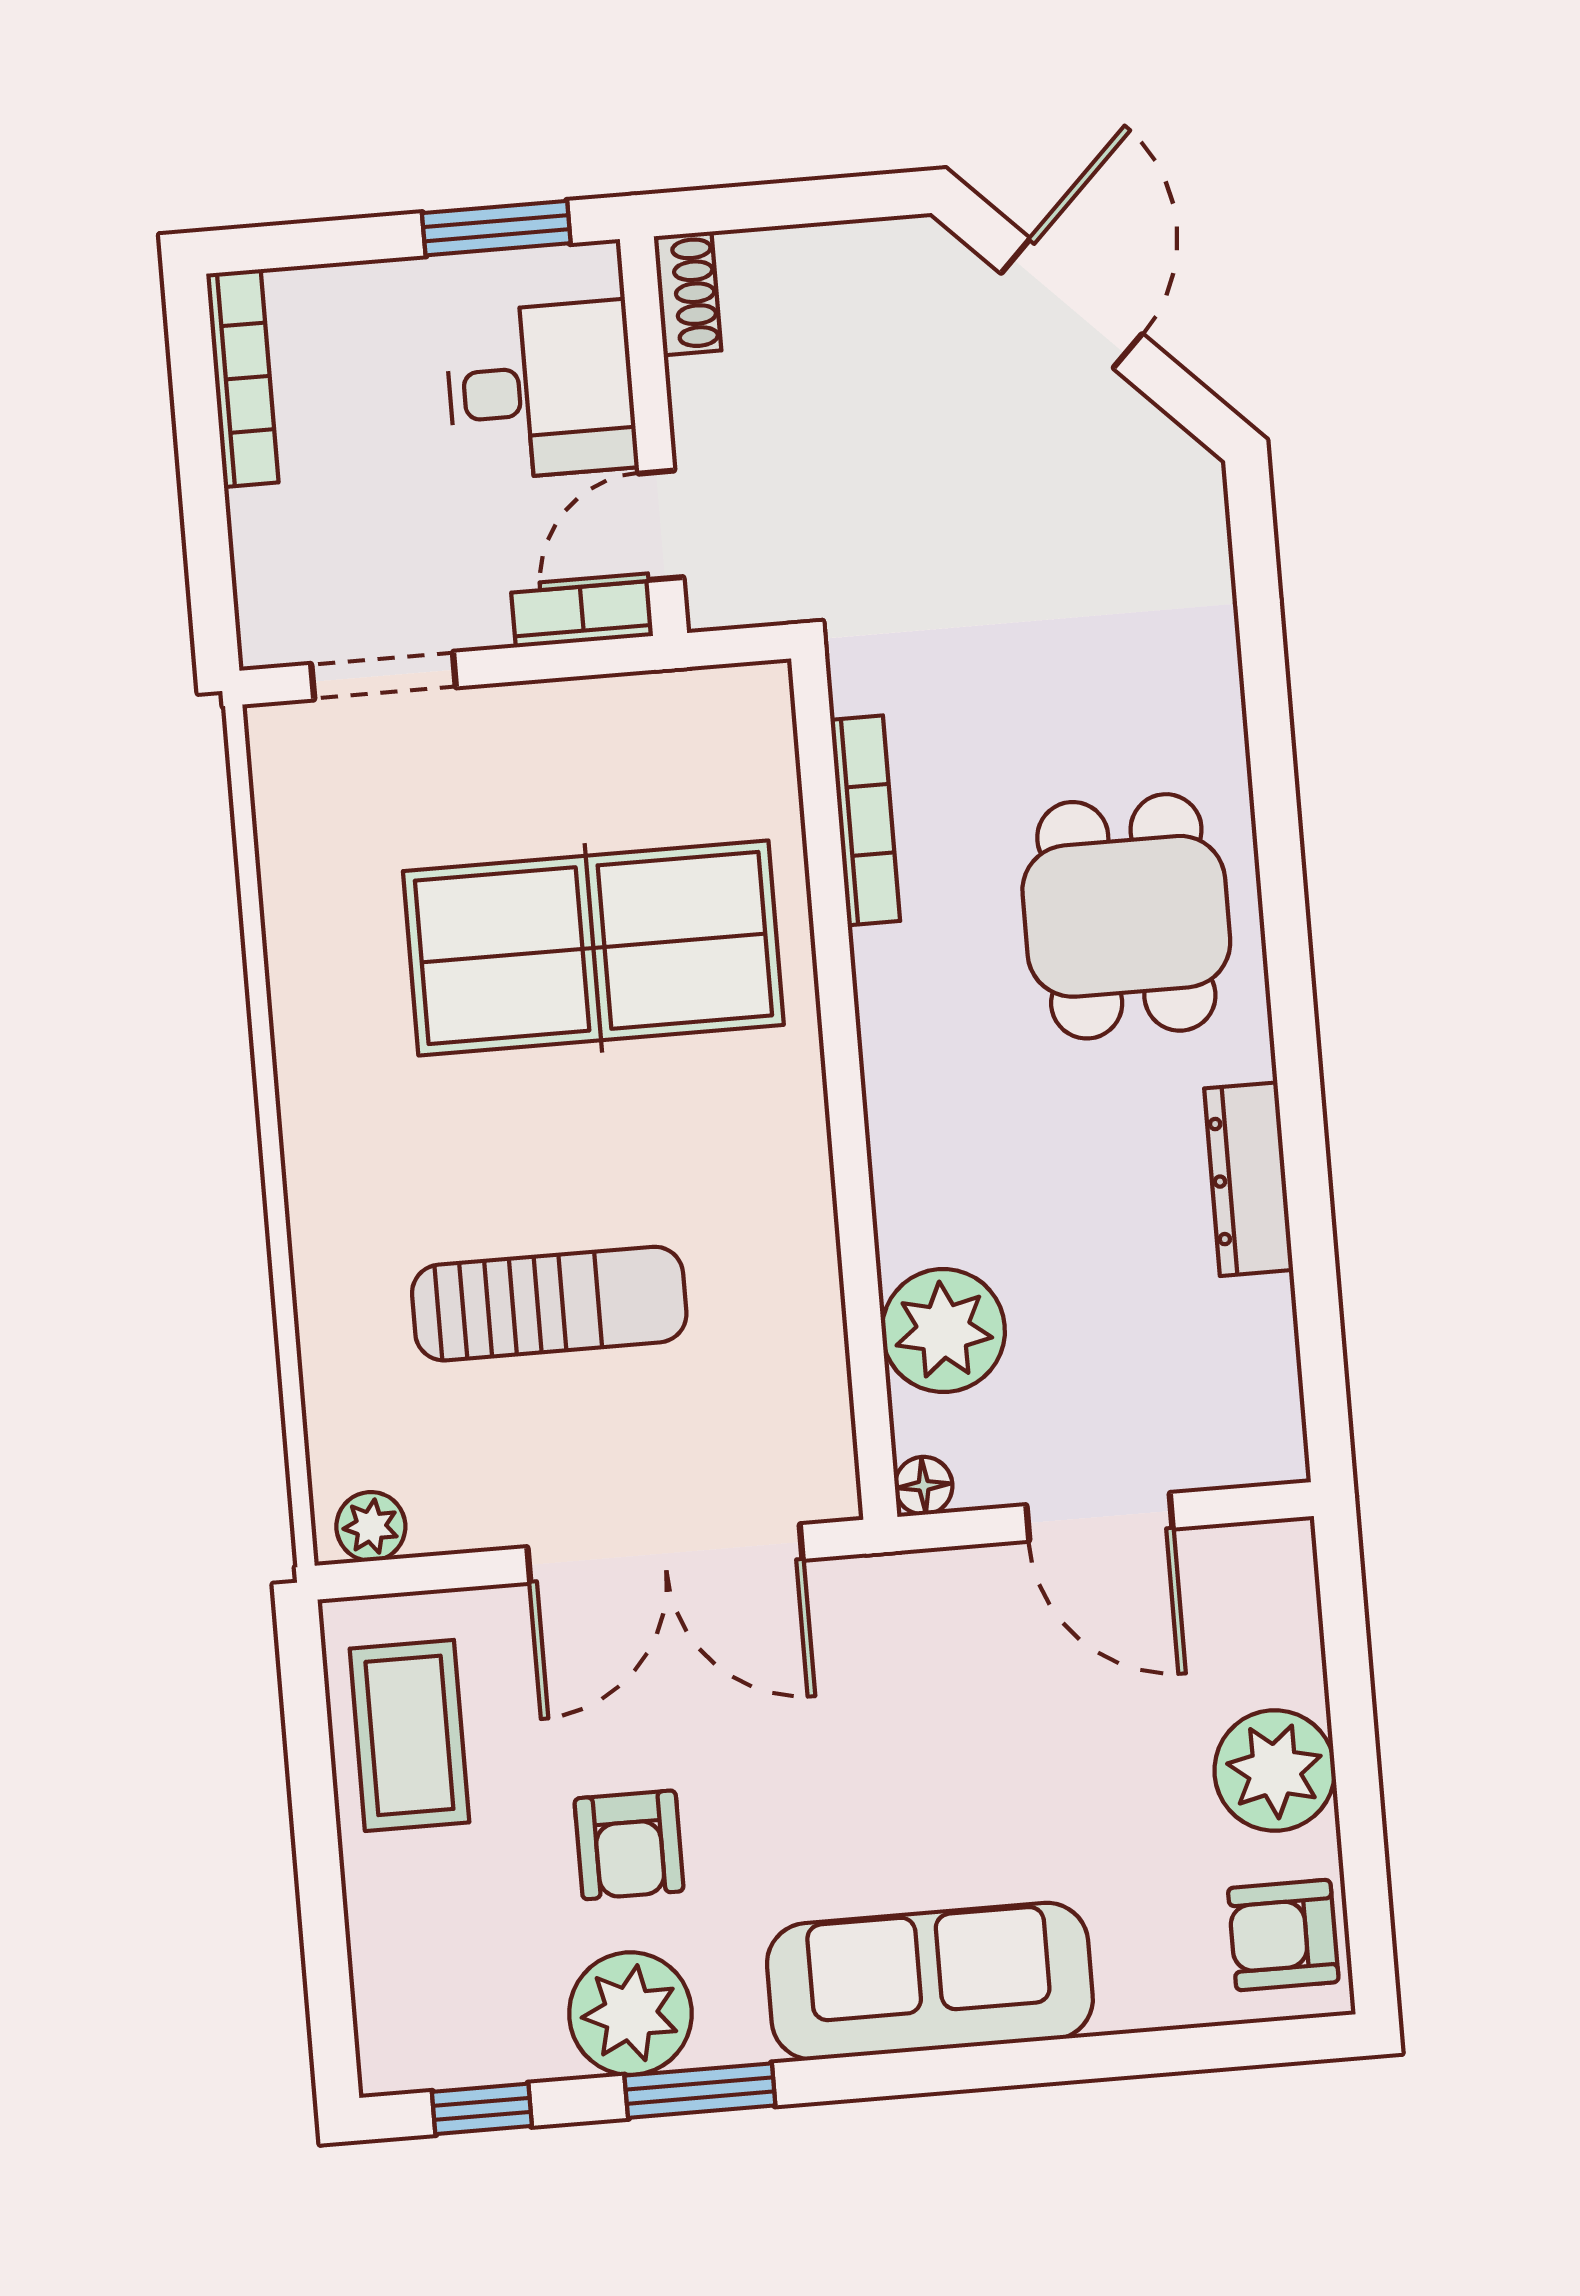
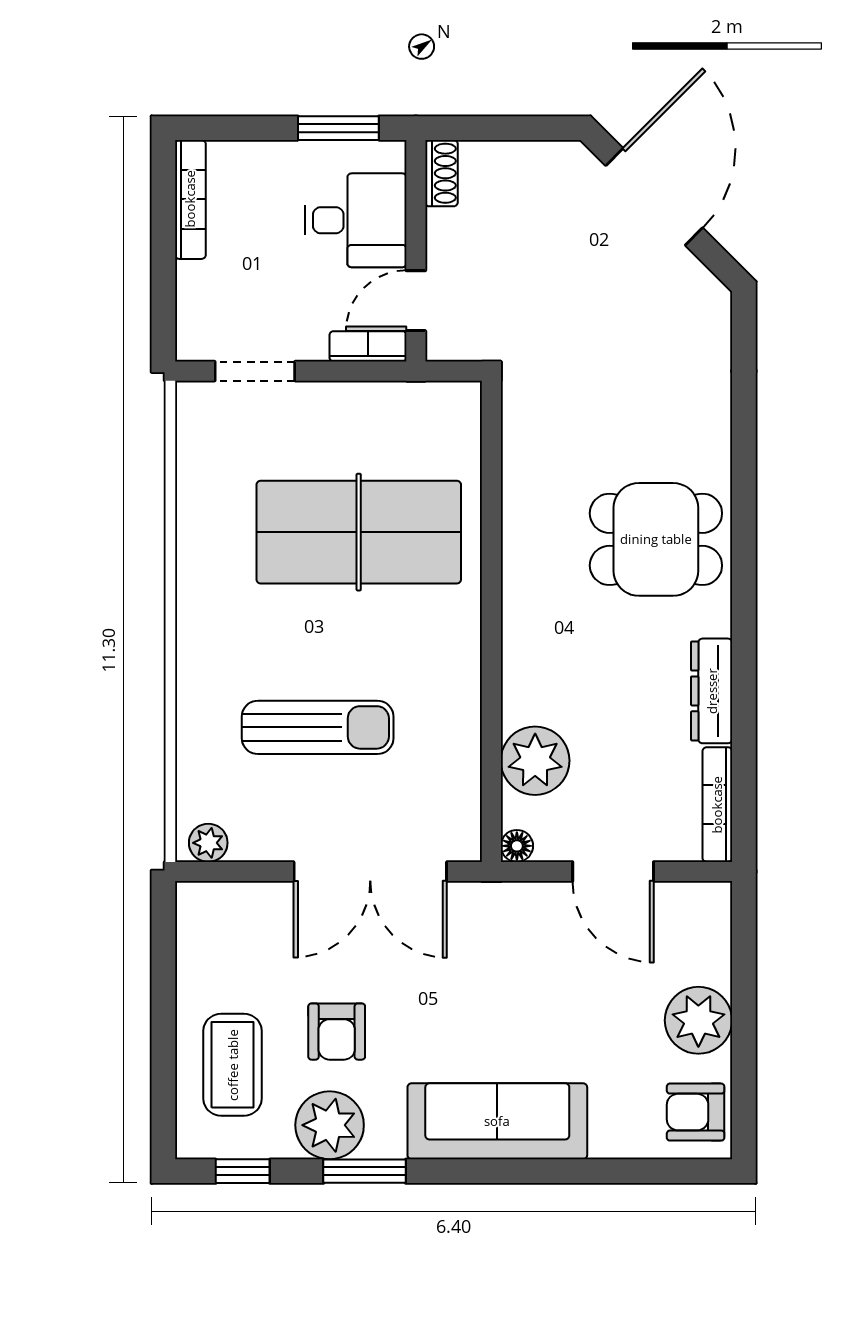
door: (1072, 303) -> (654, 197), width x1.36
bookcase: (865, 820) -> (717, 805), moved, turned 180
dining table: (1126, 916) -> (656, 539), turned 90
coffee table: (409, 1735) -> (233, 1065), moved

